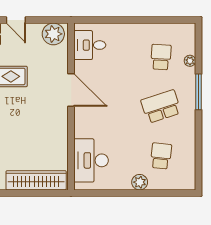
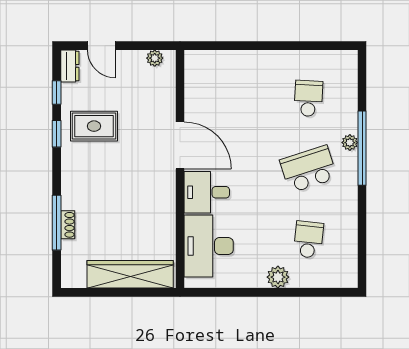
plant: (53, 34) -> (155, 58), width x0.53, depth x0.53
desk: (90, 45) -> (207, 192), moved
plant: (190, 61) -> (350, 143), moved
window: (198, 92) -> (362, 148), width x1.46

